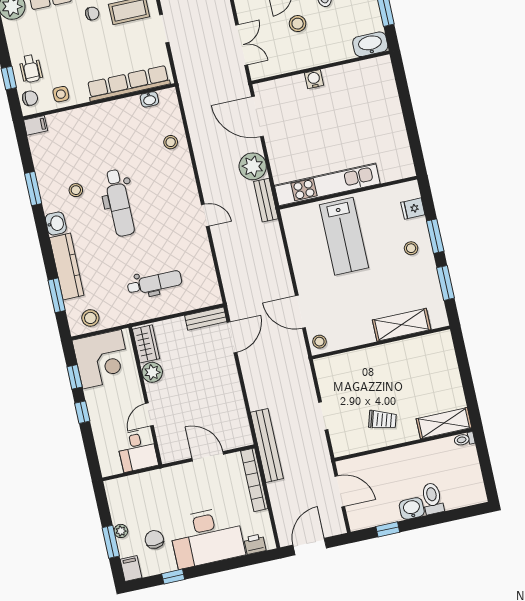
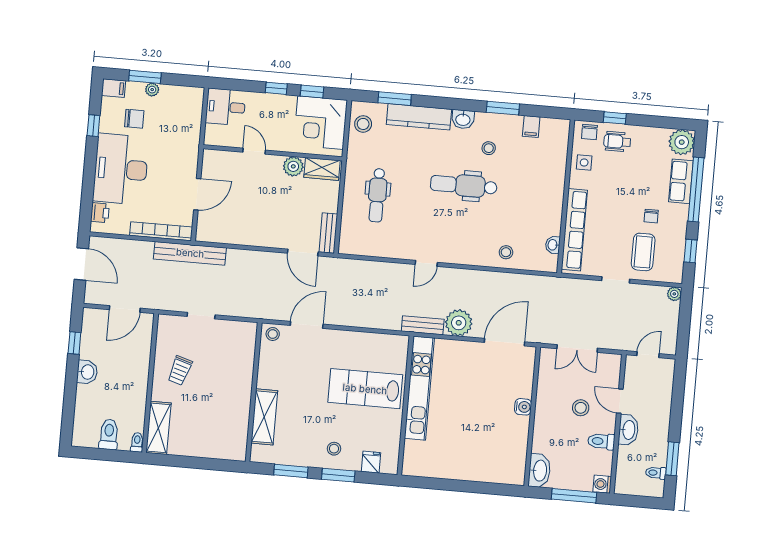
filing cabinet: (36, 125) -> (531, 127), moved
desk: (137, 450) -> (226, 107), moved
toilet: (432, 498) -> (109, 434), moved, turned -90

